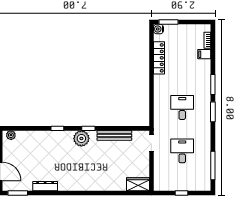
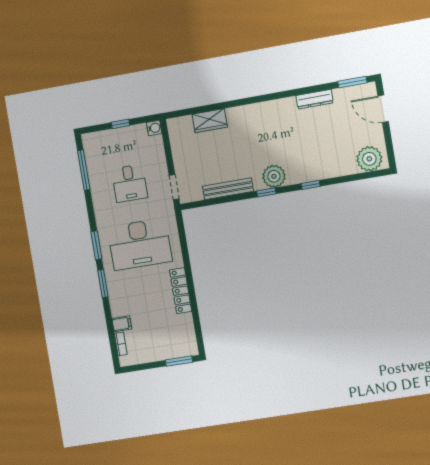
water cooler: (158, 29) -> (154, 128), moved
locker: (159, 58) -> (181, 291), moved
desk: (182, 108) -> (140, 244), width x1.87, depth x1.30
plant: (11, 135) -> (369, 159), width x1.88, depth x1.88
wardrobe: (138, 184) -> (210, 121), moved

